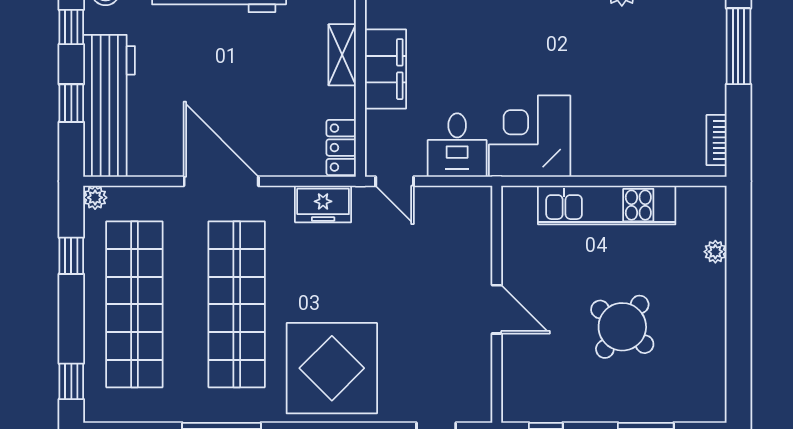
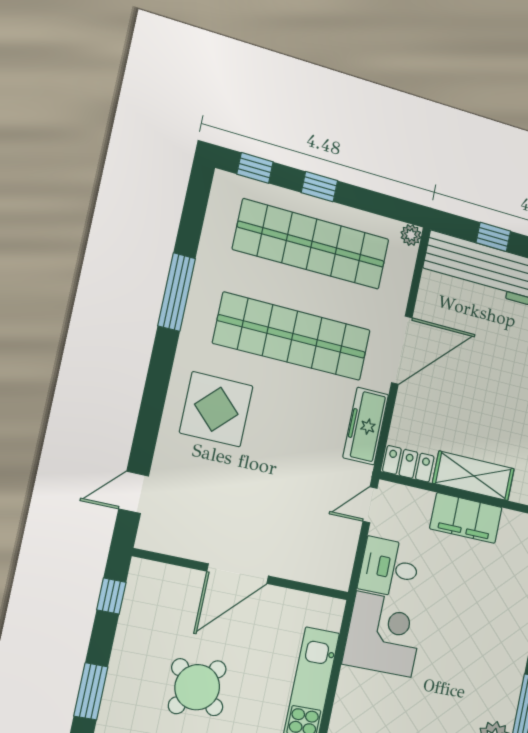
shelving: (342, 55) -> (474, 476), width x1.50, depth x1.33
freezer: (323, 204) -> (366, 426), width x1.40
window: (71, 256) -> (319, 187), moved
door: (497, 309) -> (238, 574), width x1.36
display table: (332, 368) -> (216, 409), width x0.73, depth x0.73

